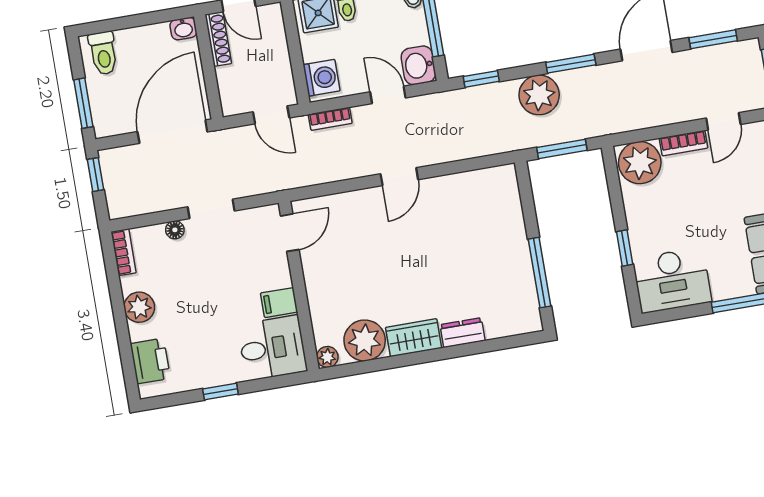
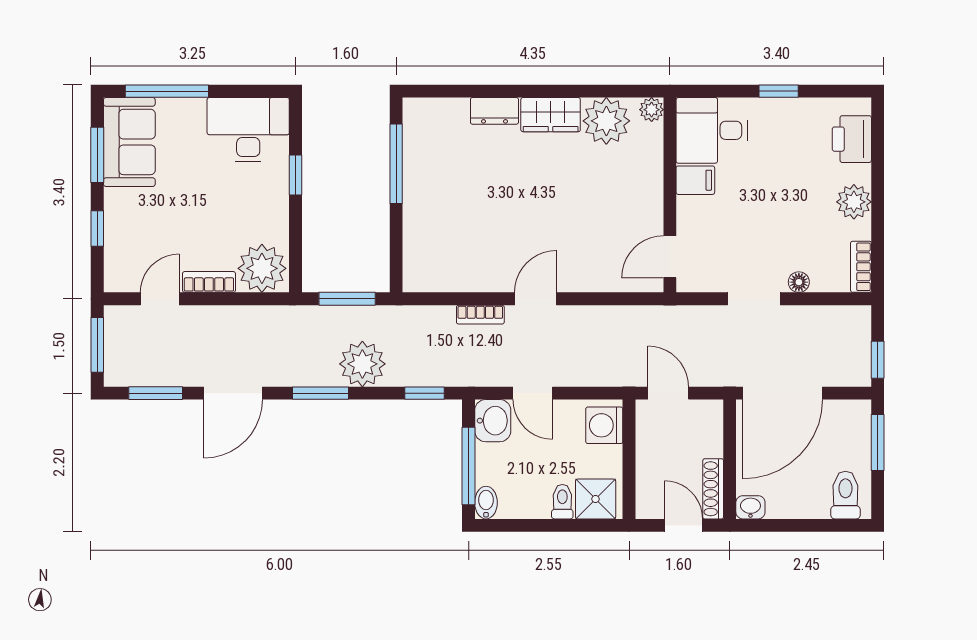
bookcase: (330, 119) -> (480, 315), moved, turned 180

